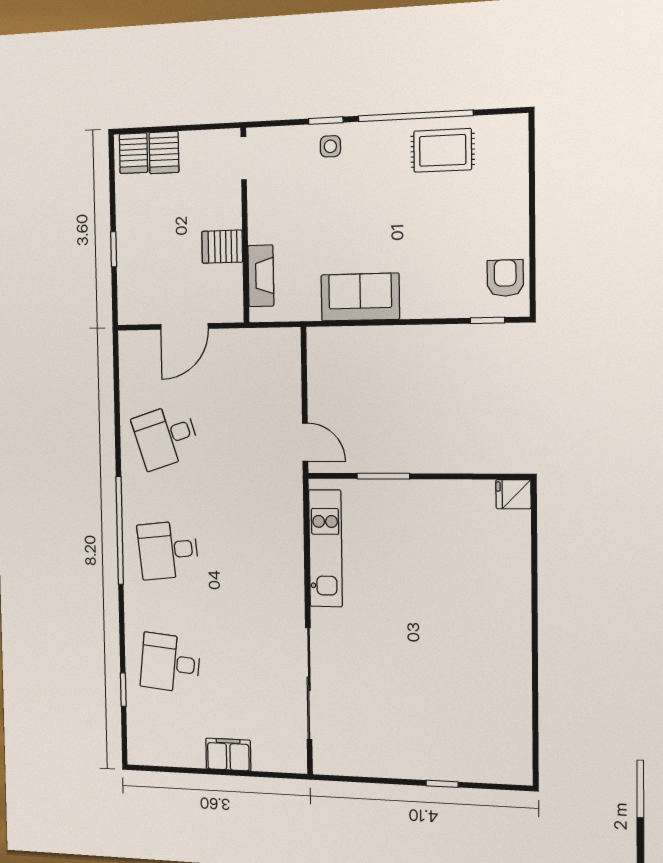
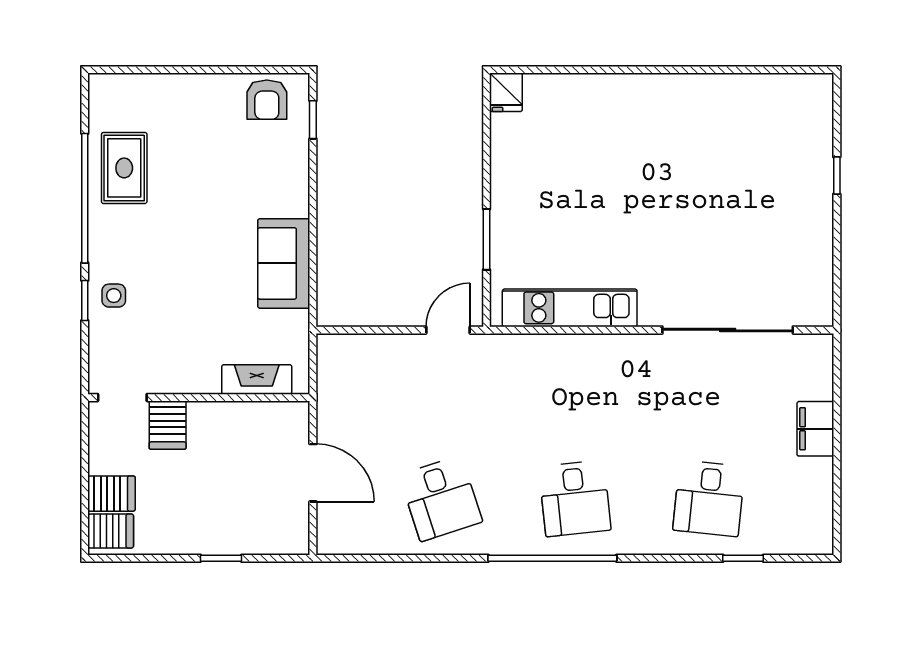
server rack: (222, 247) -> (168, 425), moved
armchair: (505, 278) -> (267, 100), turned -90

